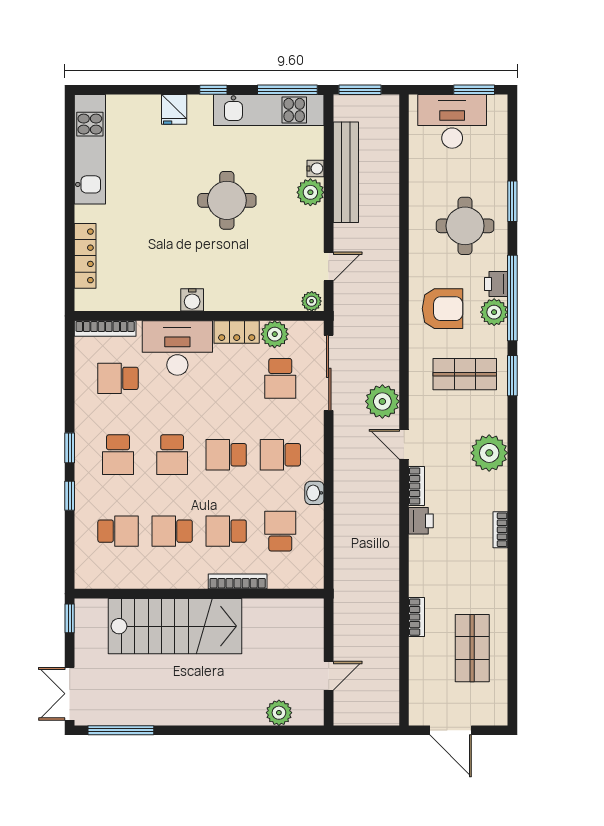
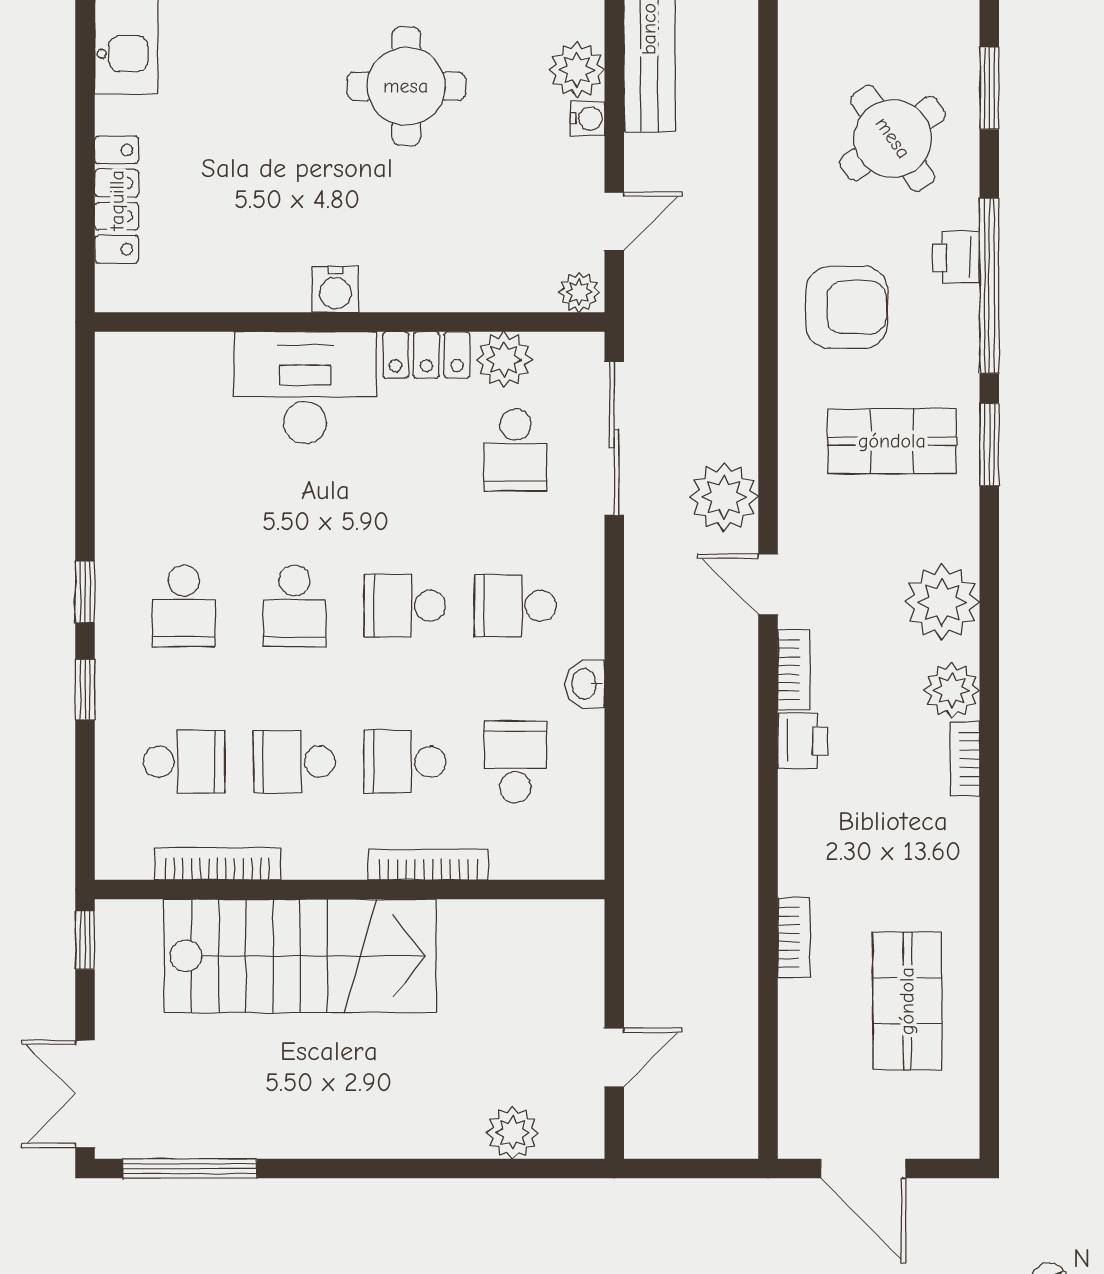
water cooler: (316, 168) -> (587, 119), moved
round table: (465, 226) -> (893, 138), turned -35
plant: (494, 312) -> (952, 690), moved
bookcase: (105, 328) -> (217, 864), moved, turned 180
school desk: (118, 378) -> (184, 450), removed

